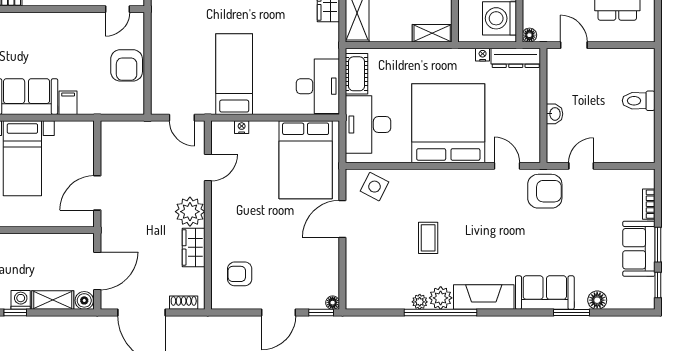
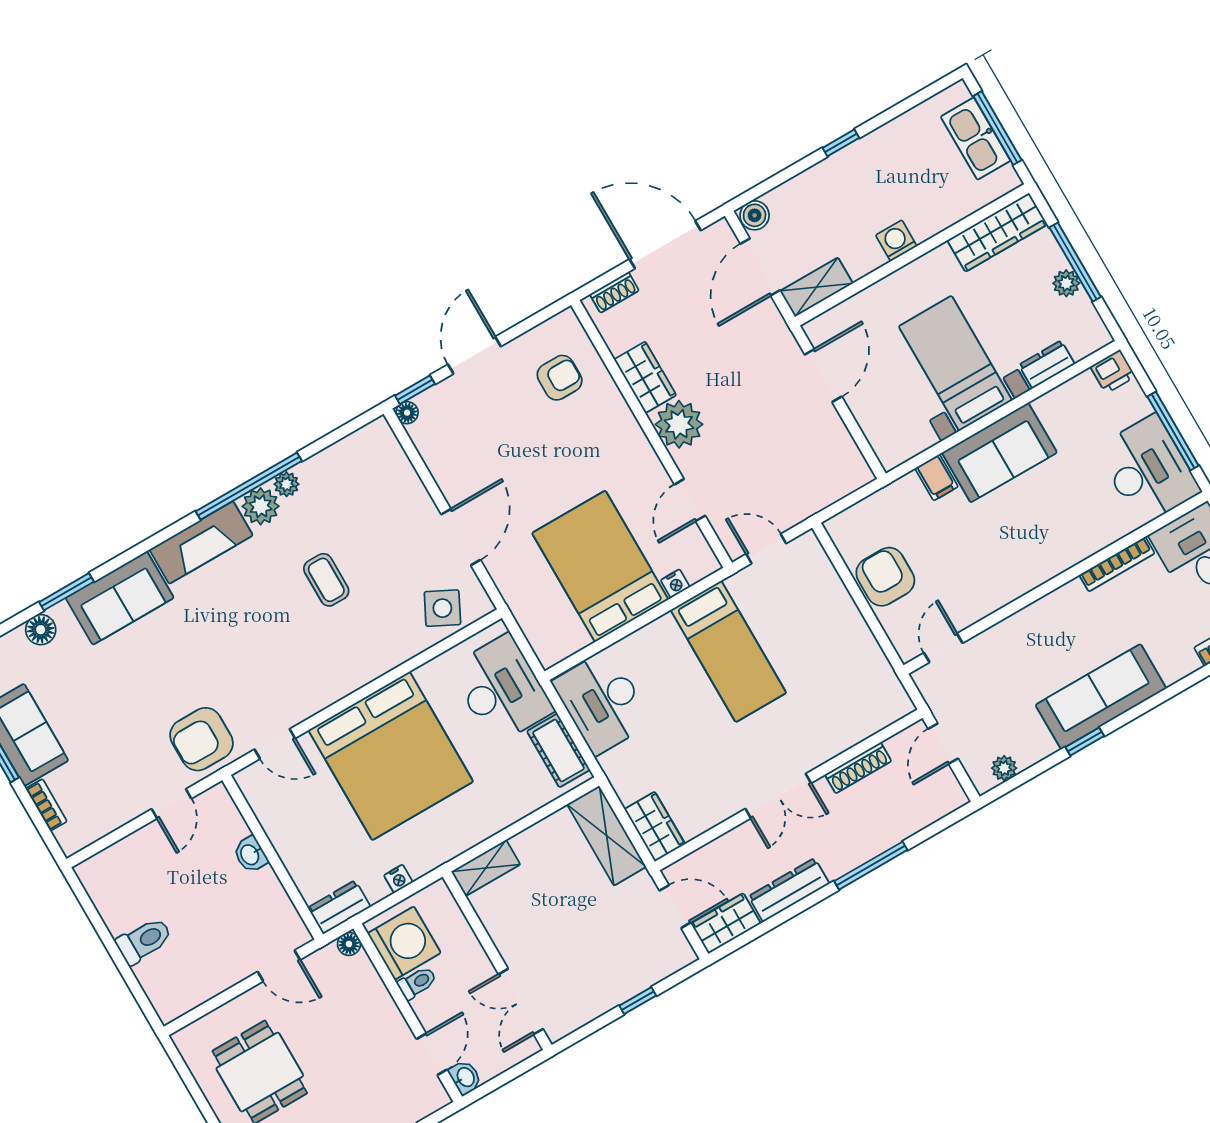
dresser: (516, 58) -> (339, 907), width x0.70
bed: (306, 160) -> (600, 566), moved
washing machine: (21, 300) -> (896, 241), moved, turned 180
shelving: (53, 300) -> (816, 287), moved

